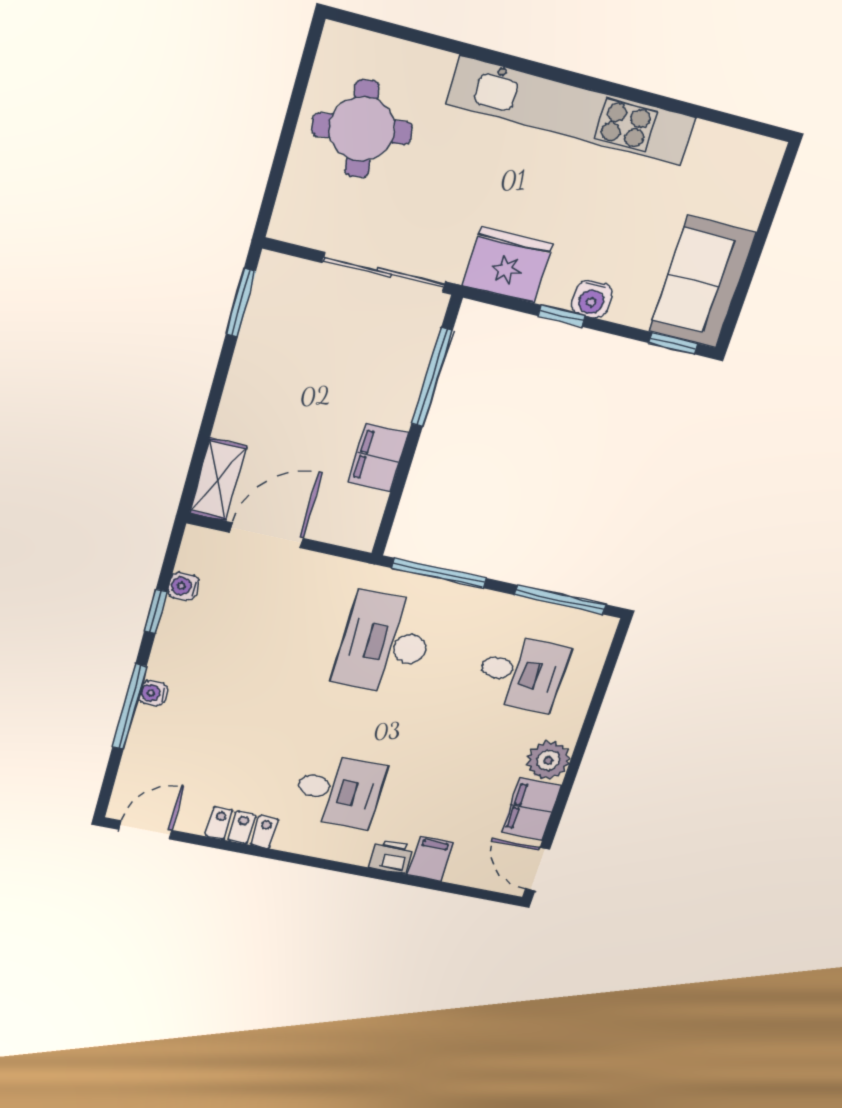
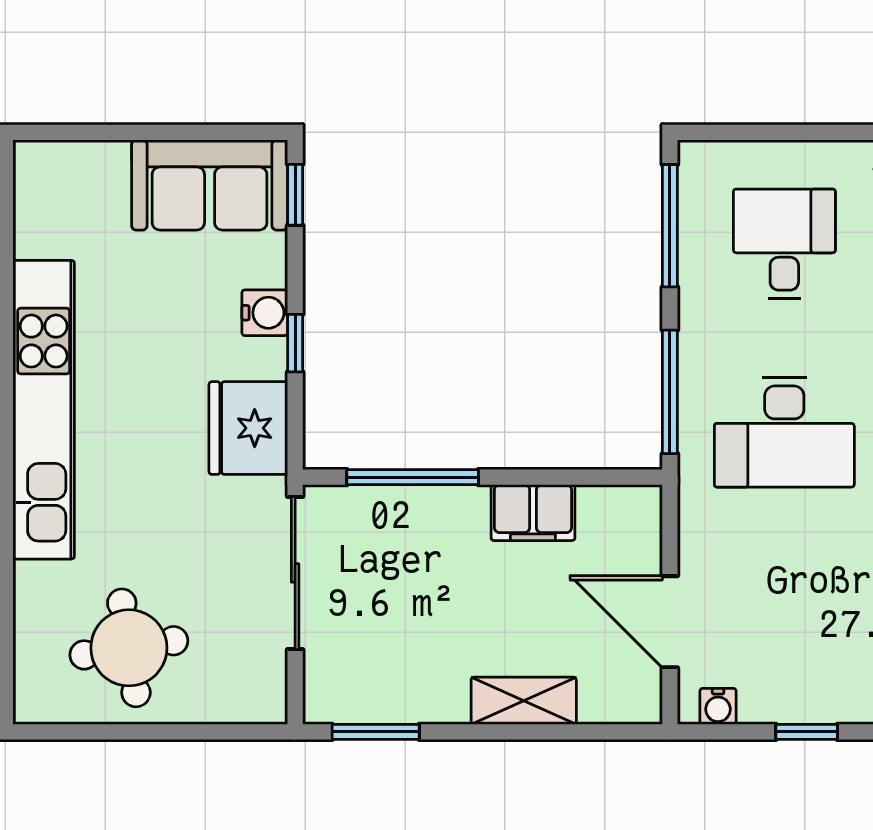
shelving: (218, 480) -> (524, 701), moved
water cooler: (183, 586) -> (718, 706), moved

